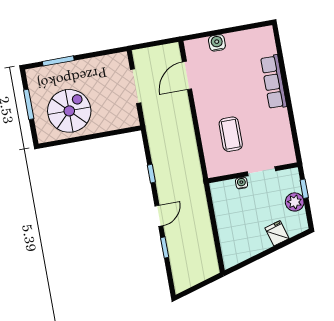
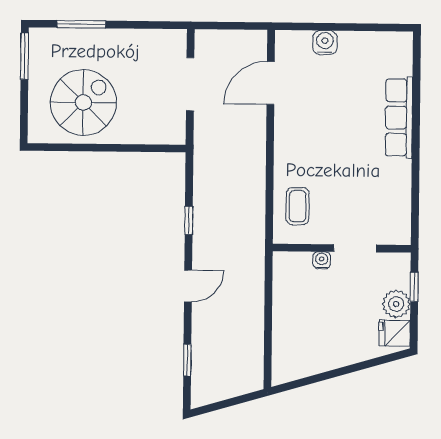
window: (29, 104) -> (25, 56), moved
coffee table: (231, 134) -> (298, 206), moved, width x0.73, depth x0.77
fridge: (277, 233) -> (395, 333), moved, turned -74
window: (165, 248) -> (187, 360), moved

